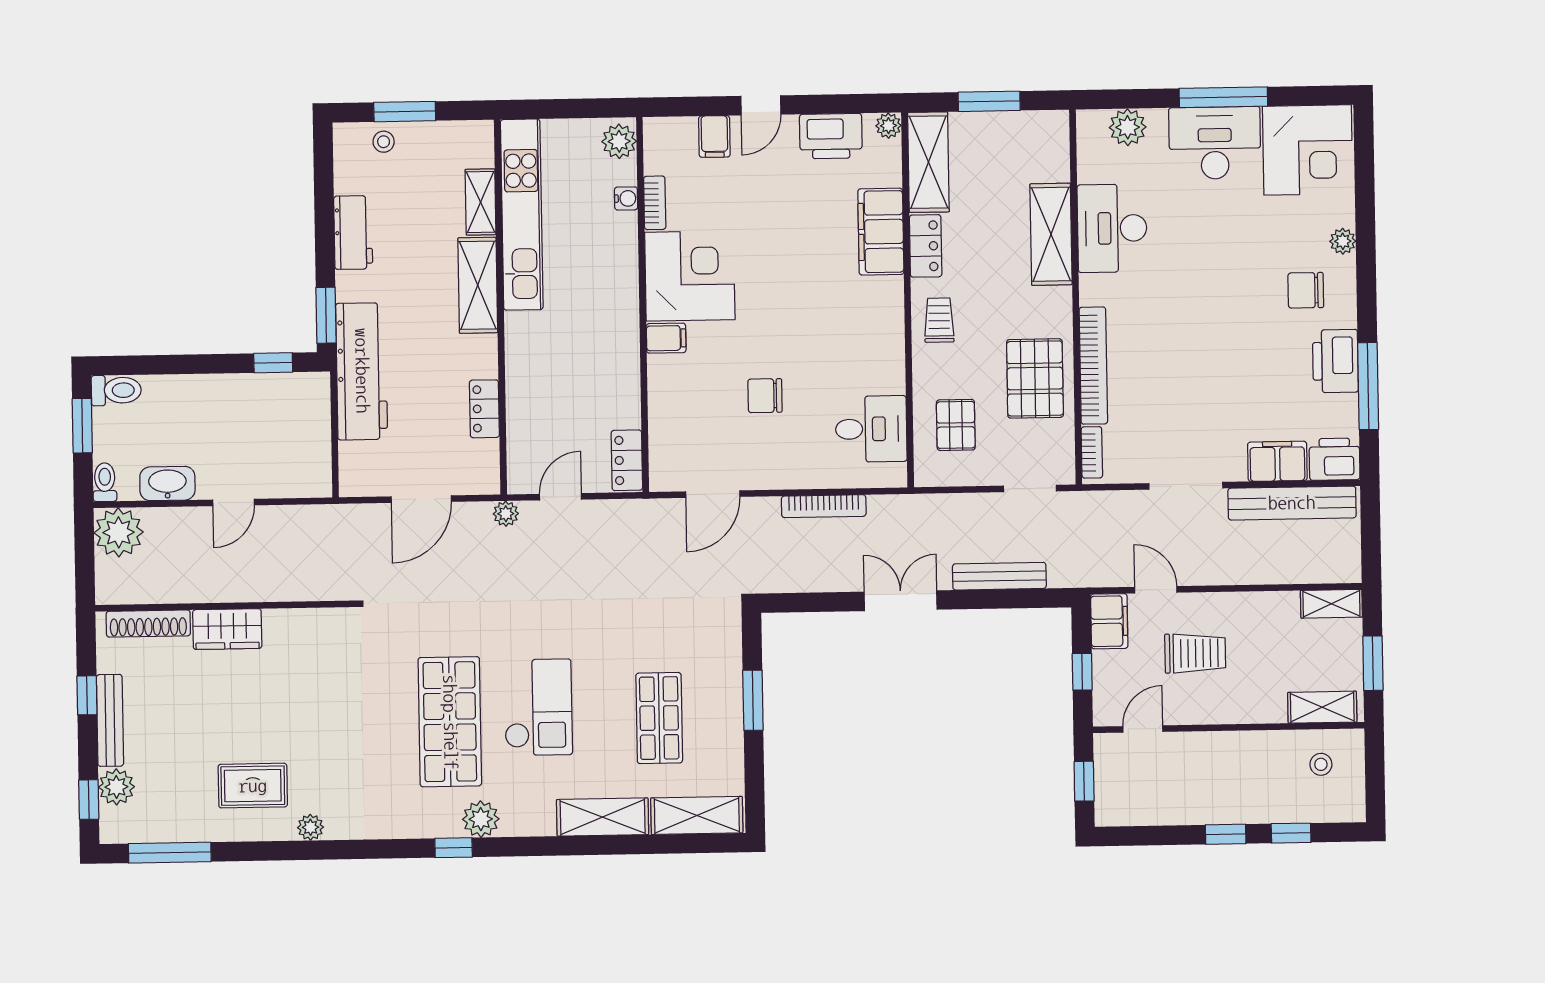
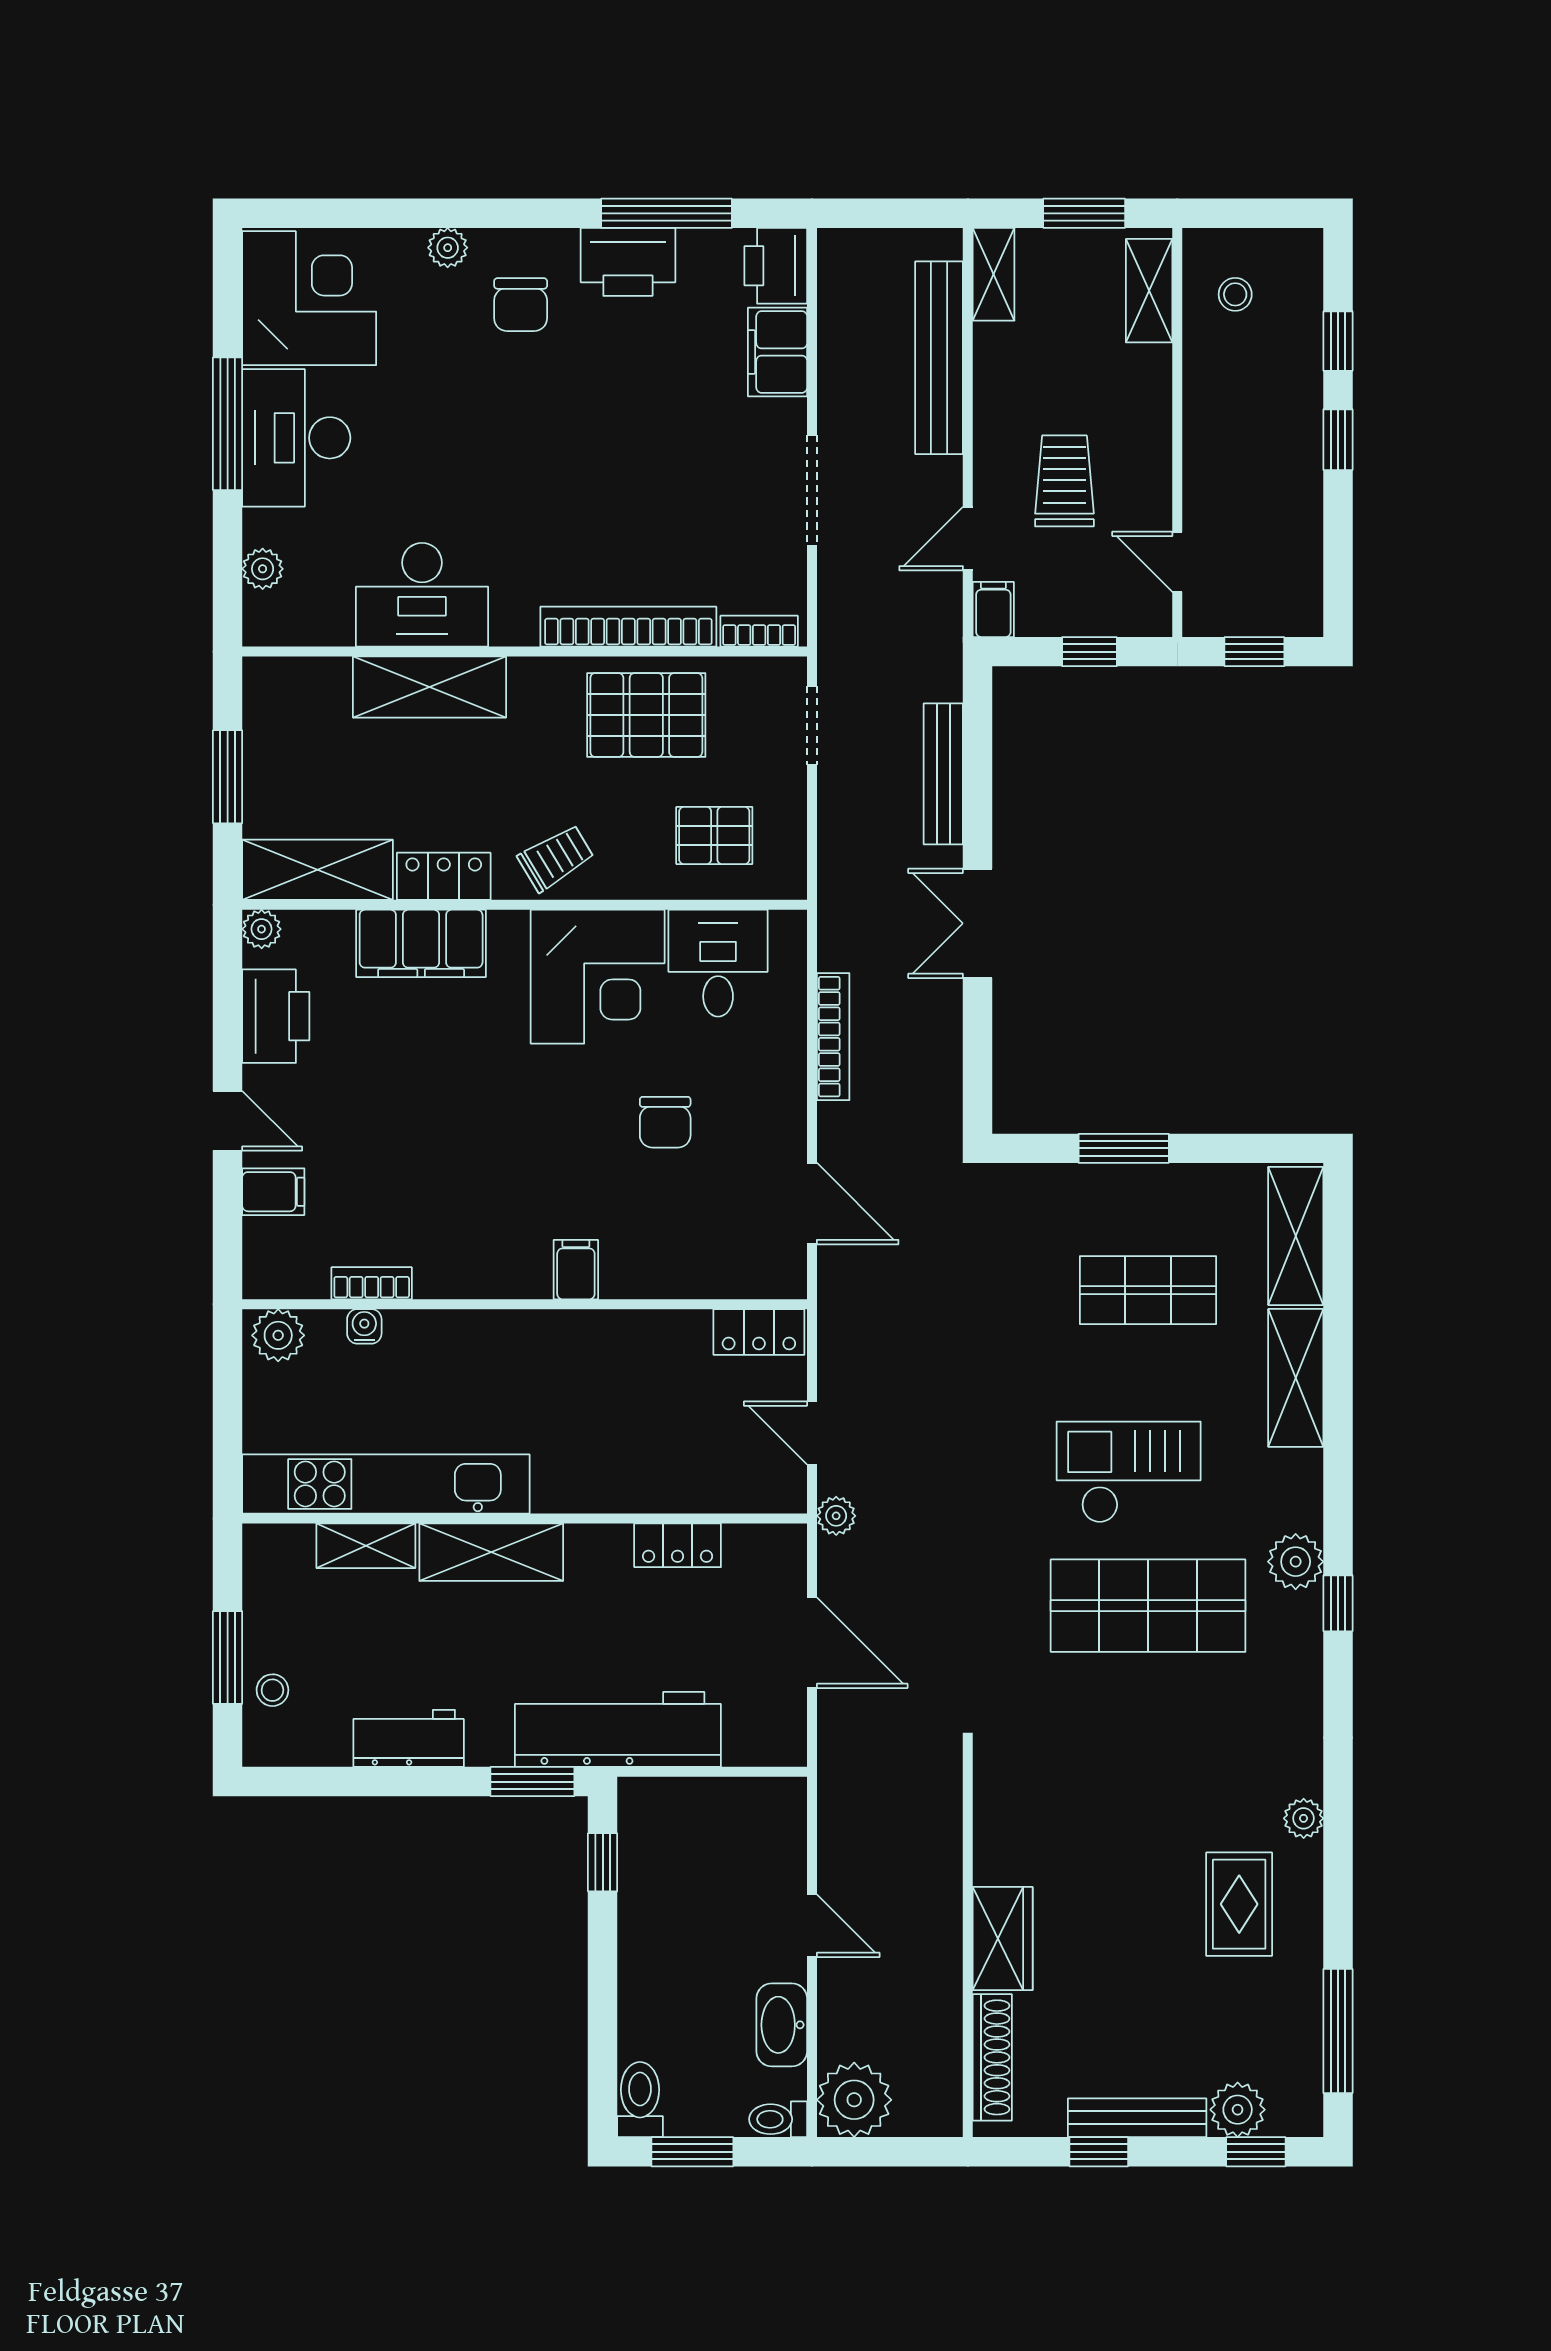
plant: (1128, 127) -> (263, 569), width x0.73, depth x0.73
corner desk: (690, 276) -> (598, 977), moved, turned 180
trolley: (939, 320) -> (556, 858), turned 149
bench: (1292, 503) -> (939, 358), moved
filing cabinet: (1109, 621) -> (993, 609), width x0.50

